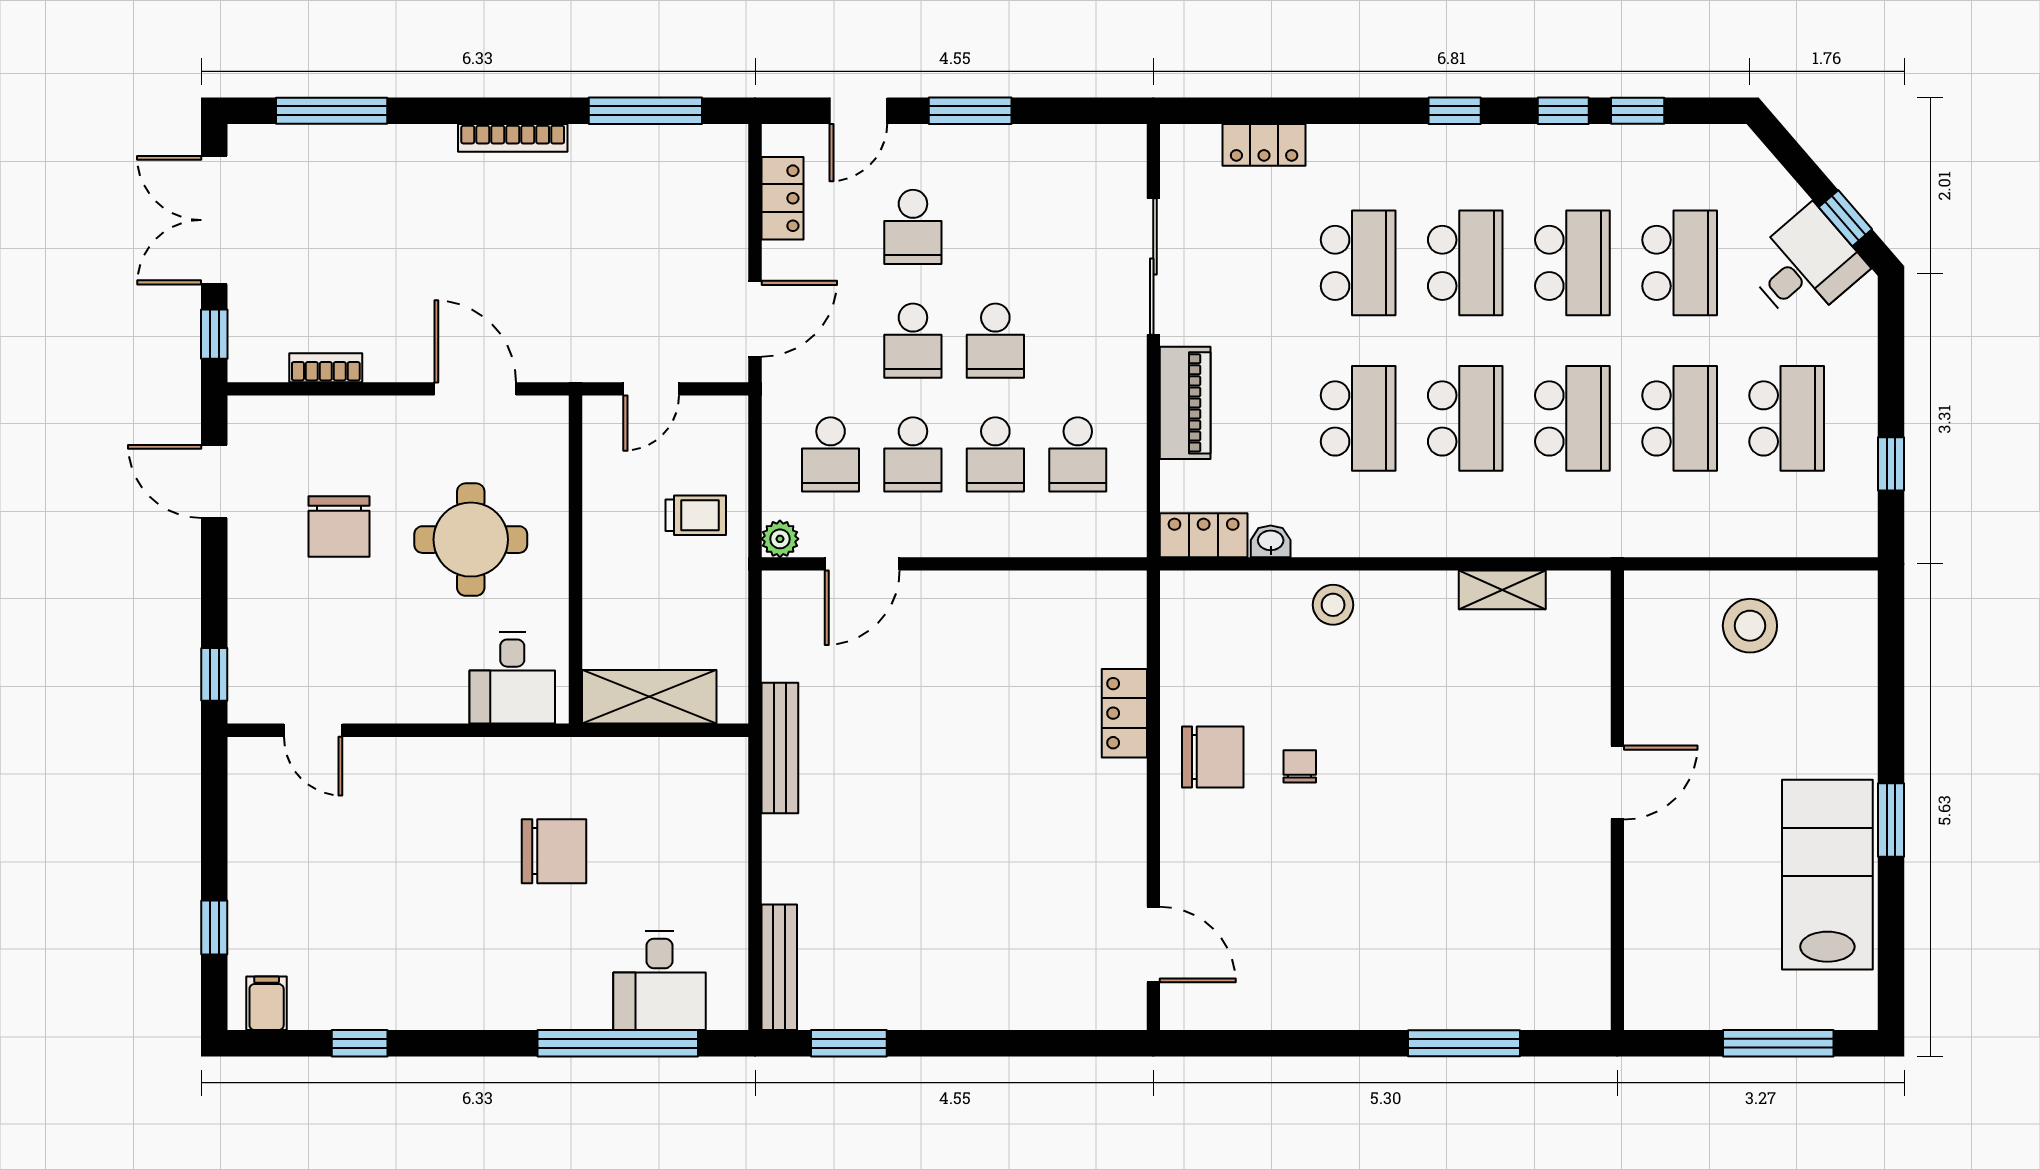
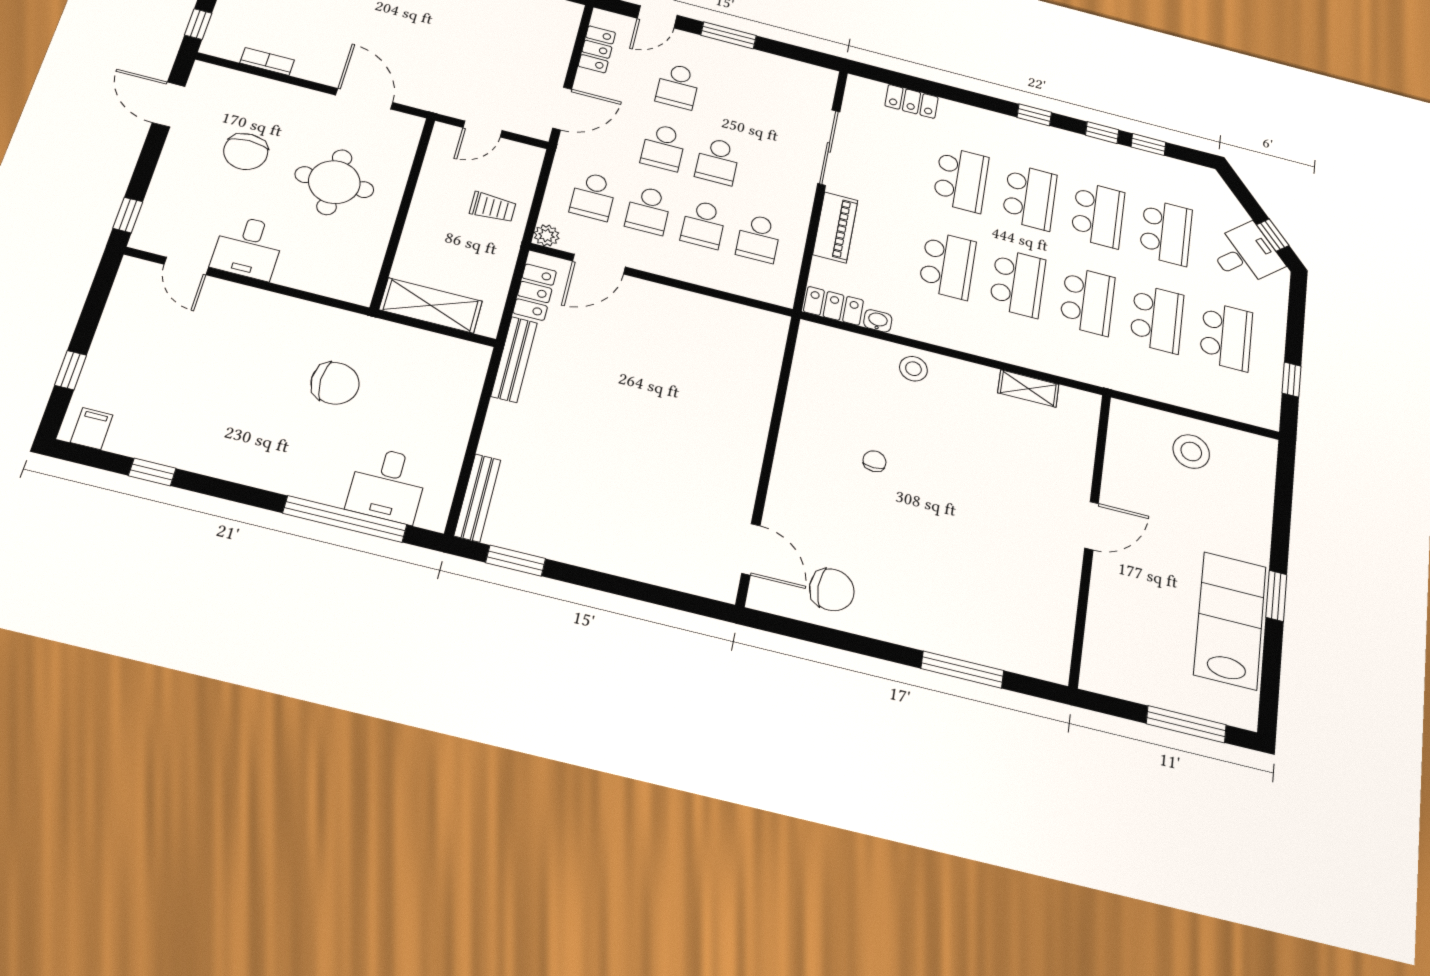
desk: (512, 678) -> (248, 247), moved
locker: (1124, 713) -> (535, 292), moved, turned 180
chair: (1213, 757) -> (832, 590), moved

